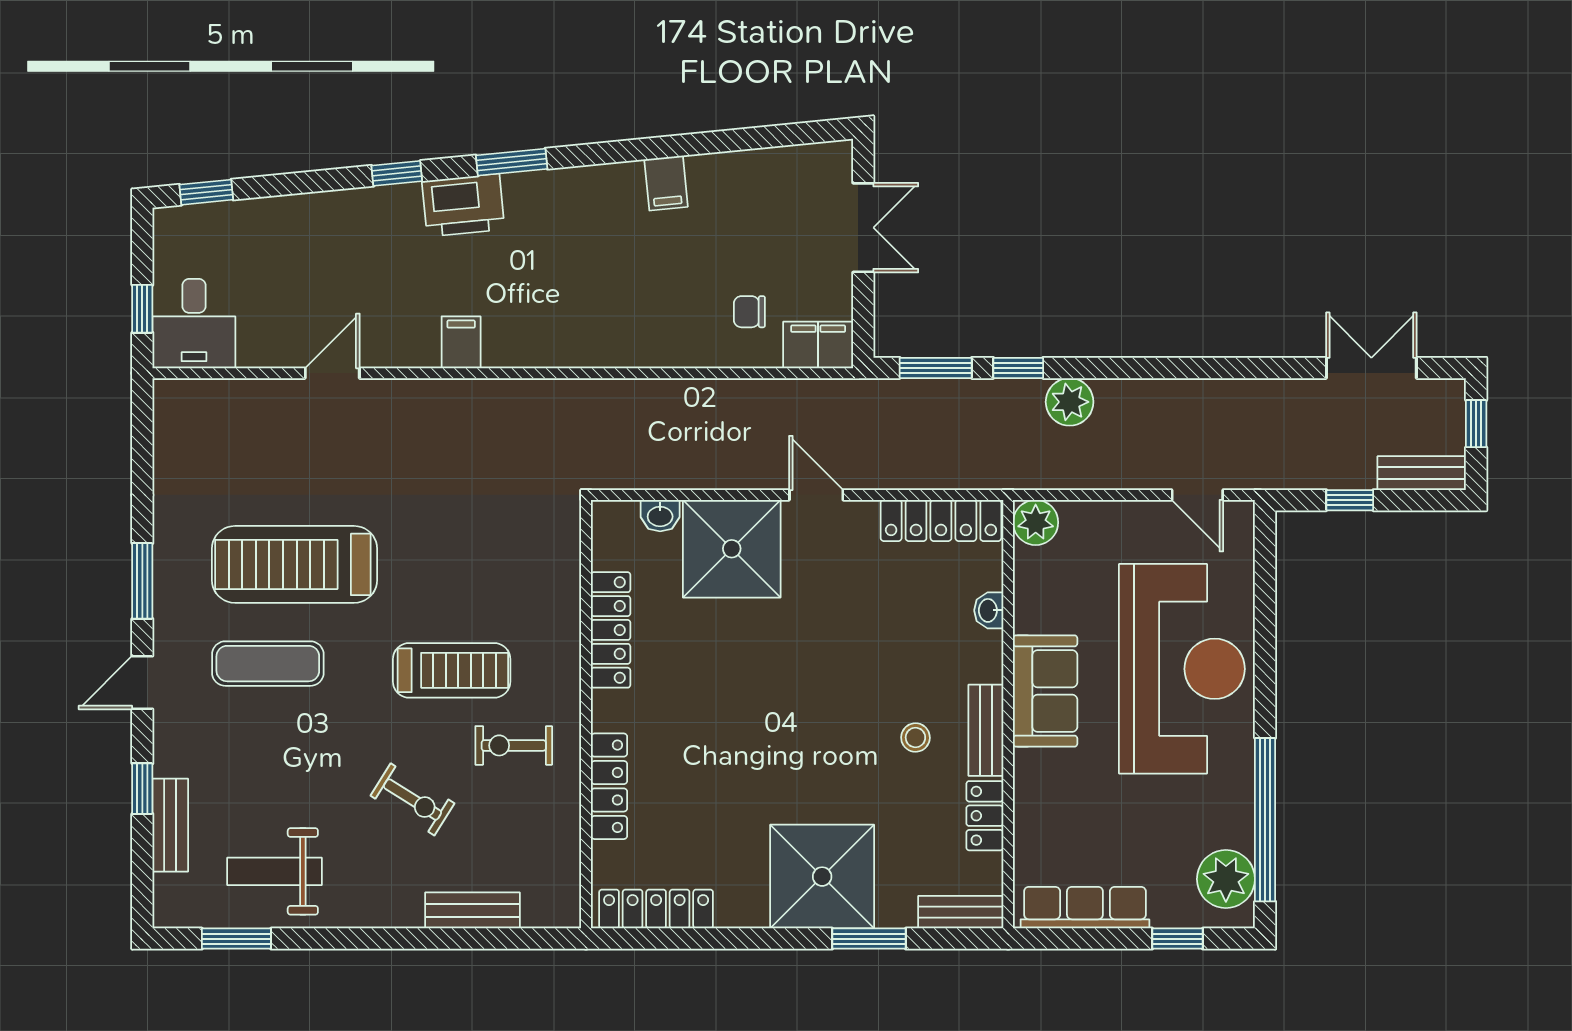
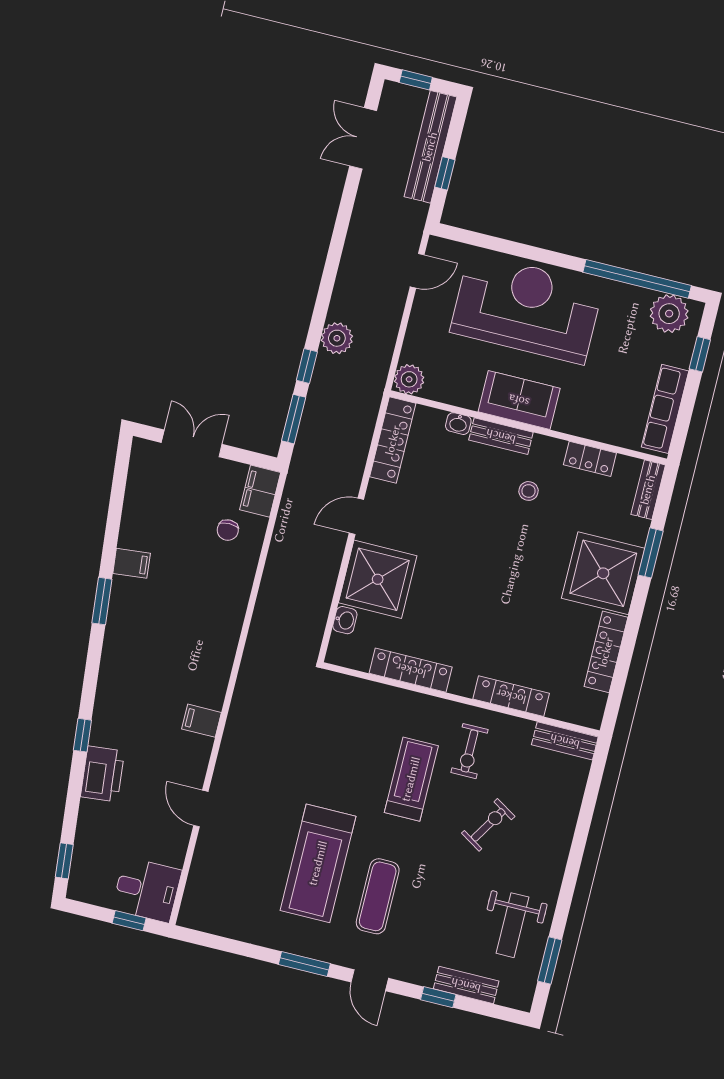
window: (512, 162) -> (102, 601), moved
printer: (463, 205) -> (102, 774), moved
bench: (1422, 473) -> (430, 147), width x1.86, depth x1.21
bench: (986, 730) -> (501, 436), moved
locker: (656, 909) -> (606, 652), moved
bench: (473, 910) -> (565, 741), moved, turned 90

